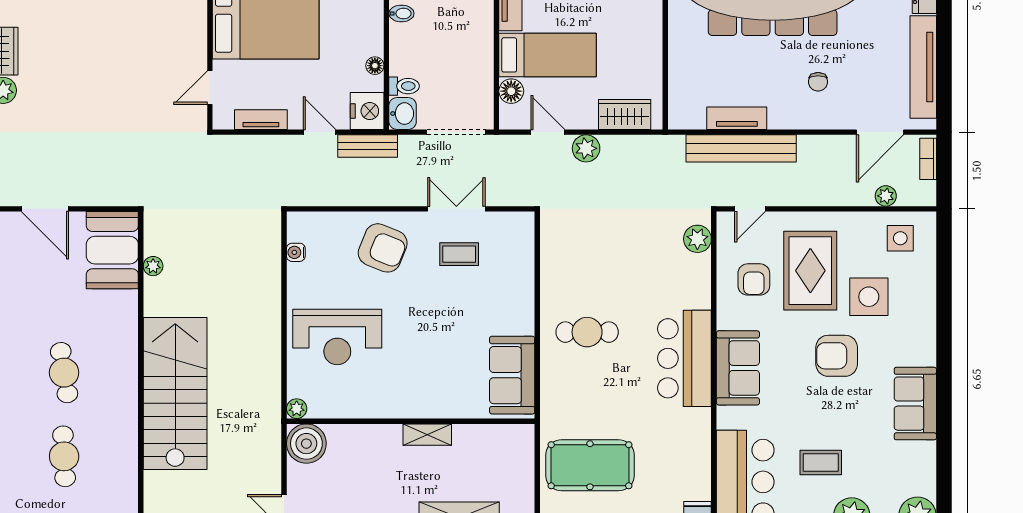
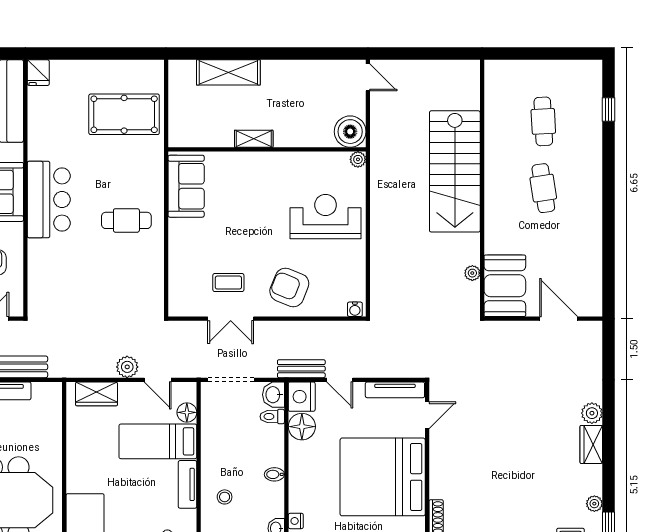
floor lamp: (375, 66) -> (302, 427), width x1.89, depth x1.89
tv unit: (261, 120) -> (395, 390), width x1.41
plant: (697, 239) -> (38, 295), removed
water cooler: (296, 252) -> (355, 309), moved, turned 90

